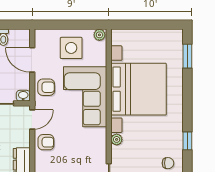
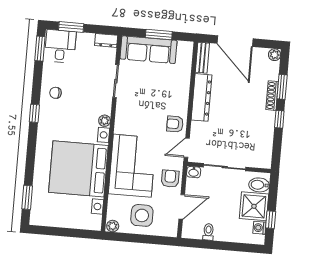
door: (32, 60) -> (182, 207), hinge flipped
armchair: (46, 87) -> (170, 179), turned 90

